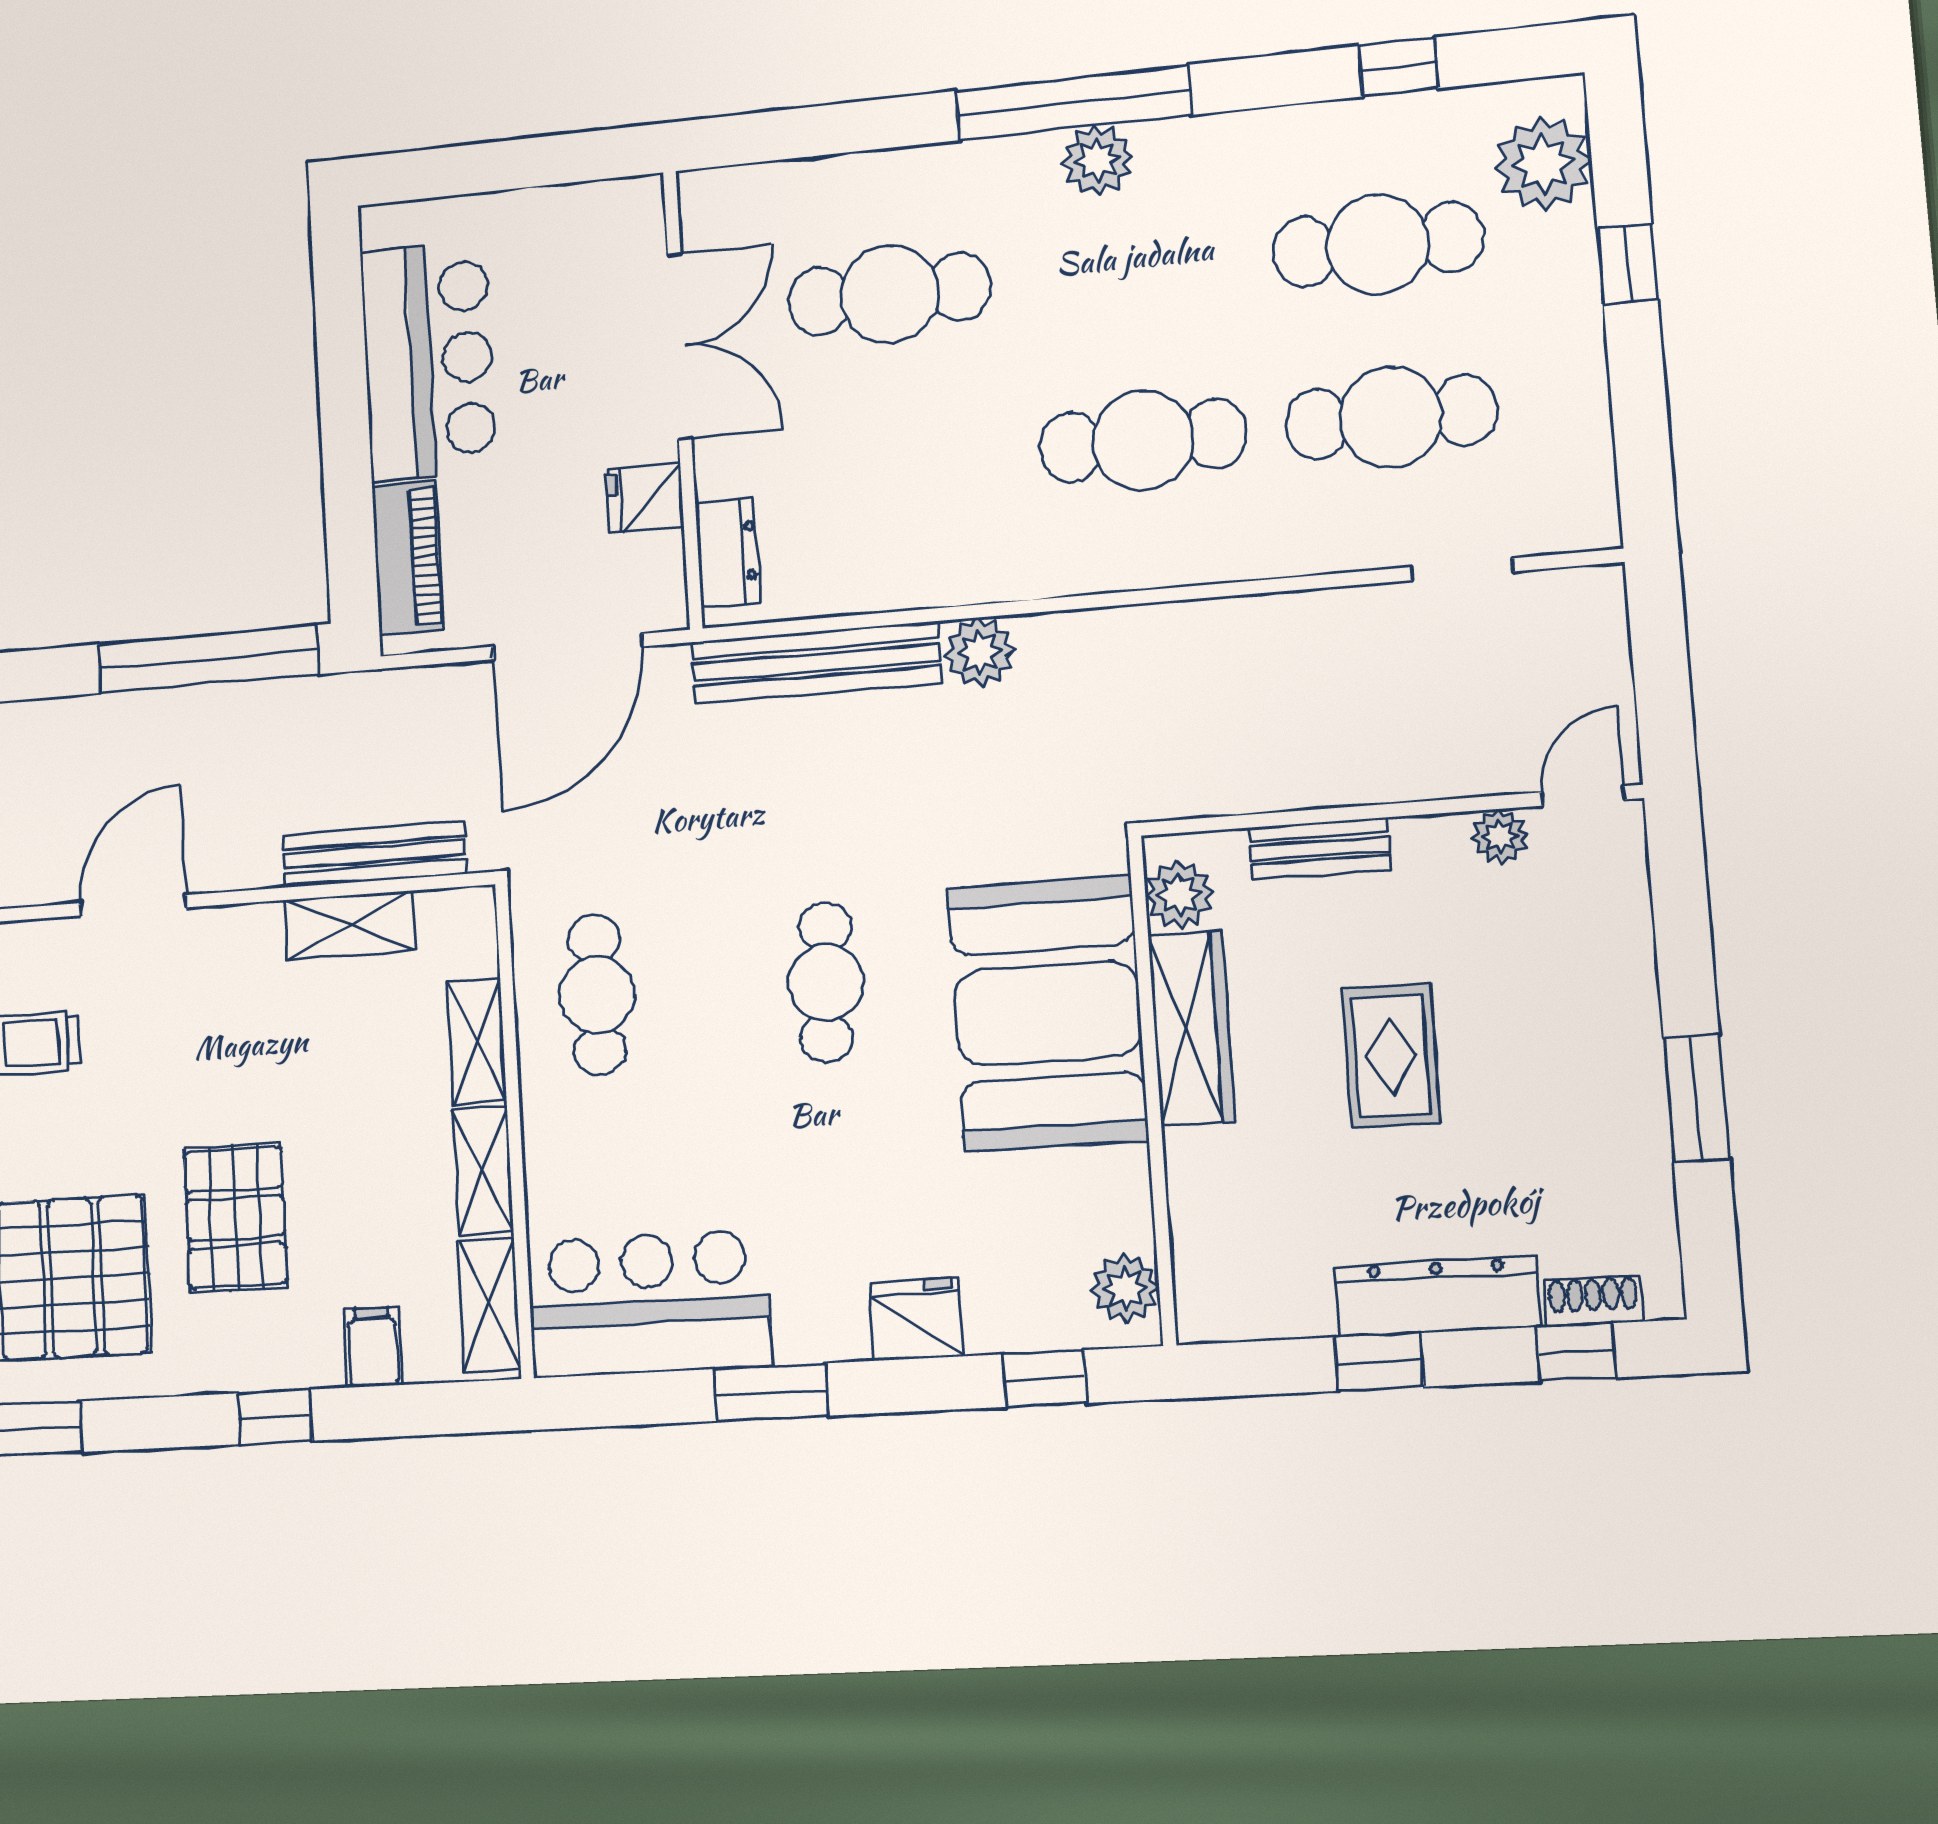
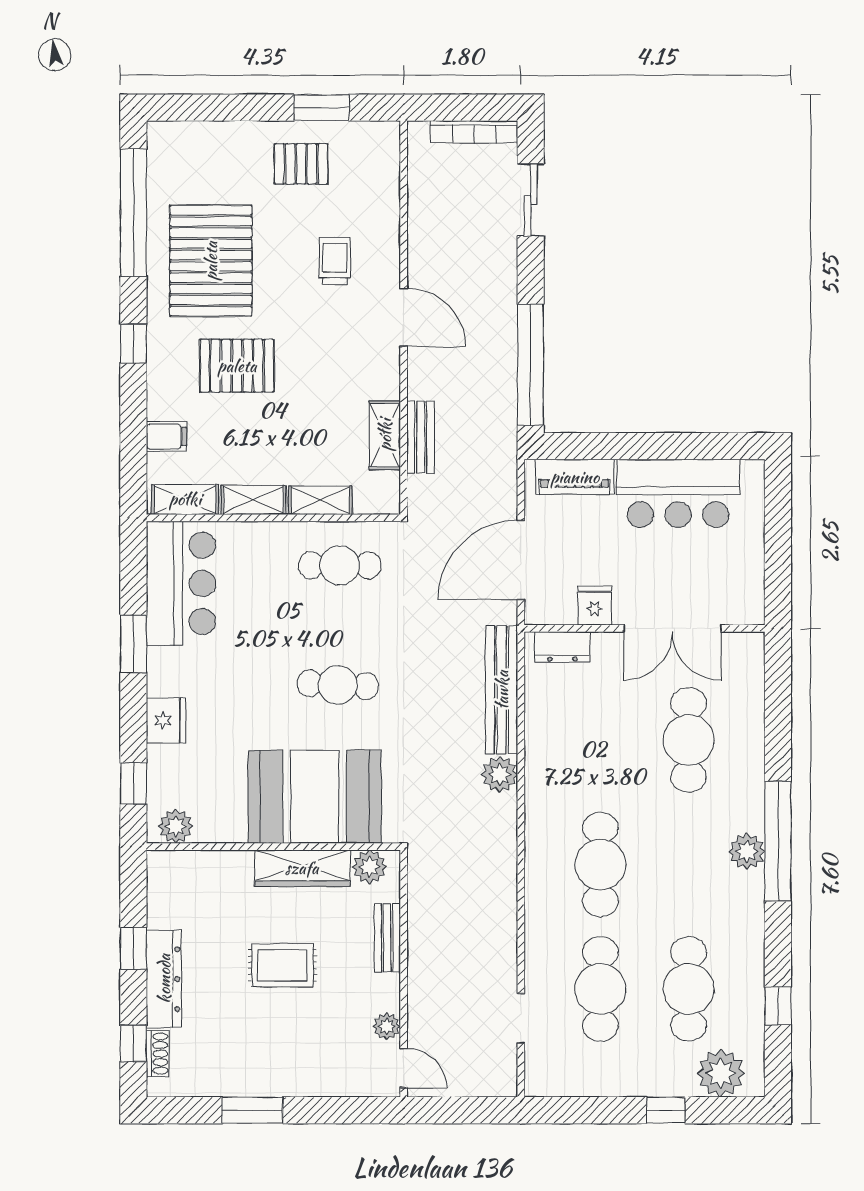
door: (567, 647) -> (521, 560), hinge flipped
bench: (374, 854) -> (421, 437), width x0.73
window: (275, 1417) -> (133, 344), moved

